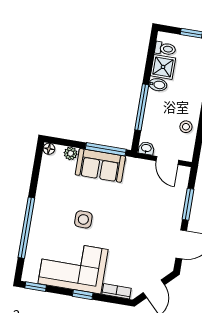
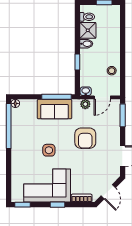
window: (142, 107) -> (77, 62), width x0.46
plant: (71, 153) -> (85, 104), moved
door: (167, 161) -> (102, 97), hinge flipped
window: (188, 204) -> (123, 115), moved
armchair: (135, 212) -> (85, 138), added
window: (26, 228) -> (9, 126), moved

